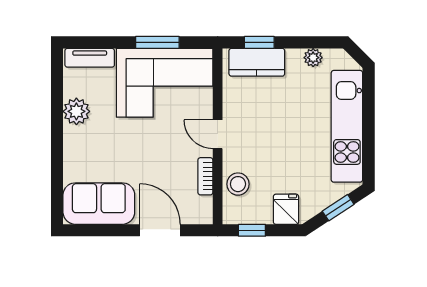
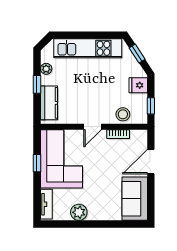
window: (157, 42) -> (37, 163), width x0.67
window: (259, 42) -> (37, 84), moved

